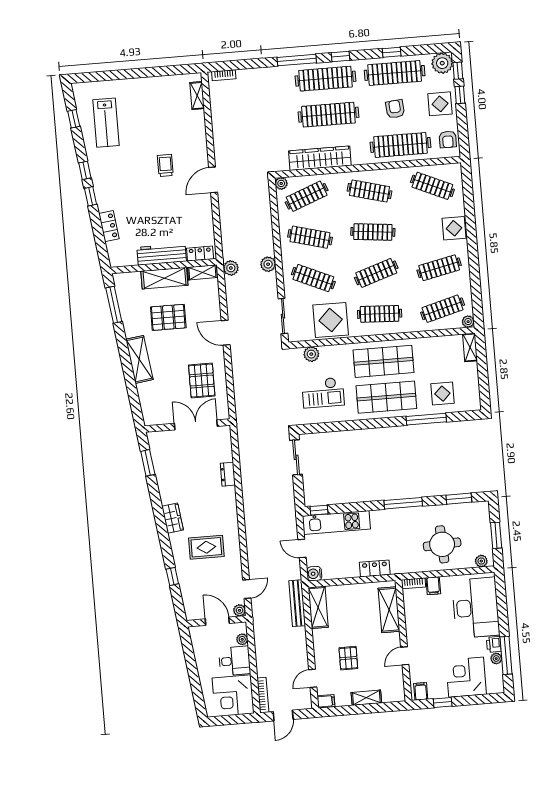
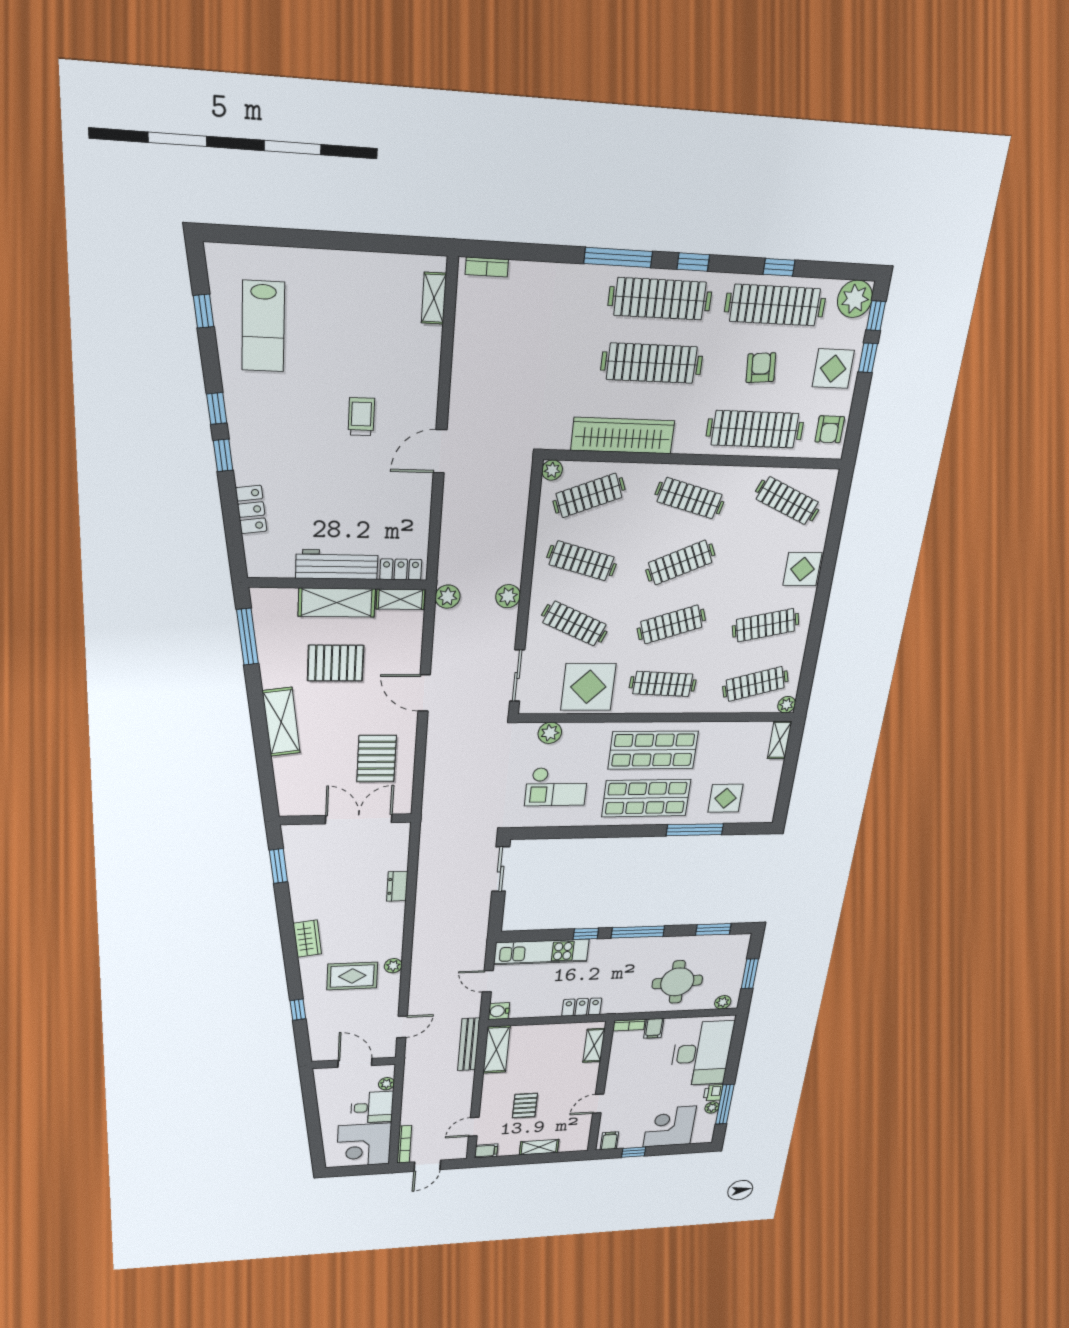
clothes rail: (373, 232) -> (680, 563), turned -30
window: (319, 510) -> (586, 934), moved
plant: (239, 610) -> (393, 966), moved
shelving: (389, 610) -> (594, 1045), width x0.67, depth x0.75

